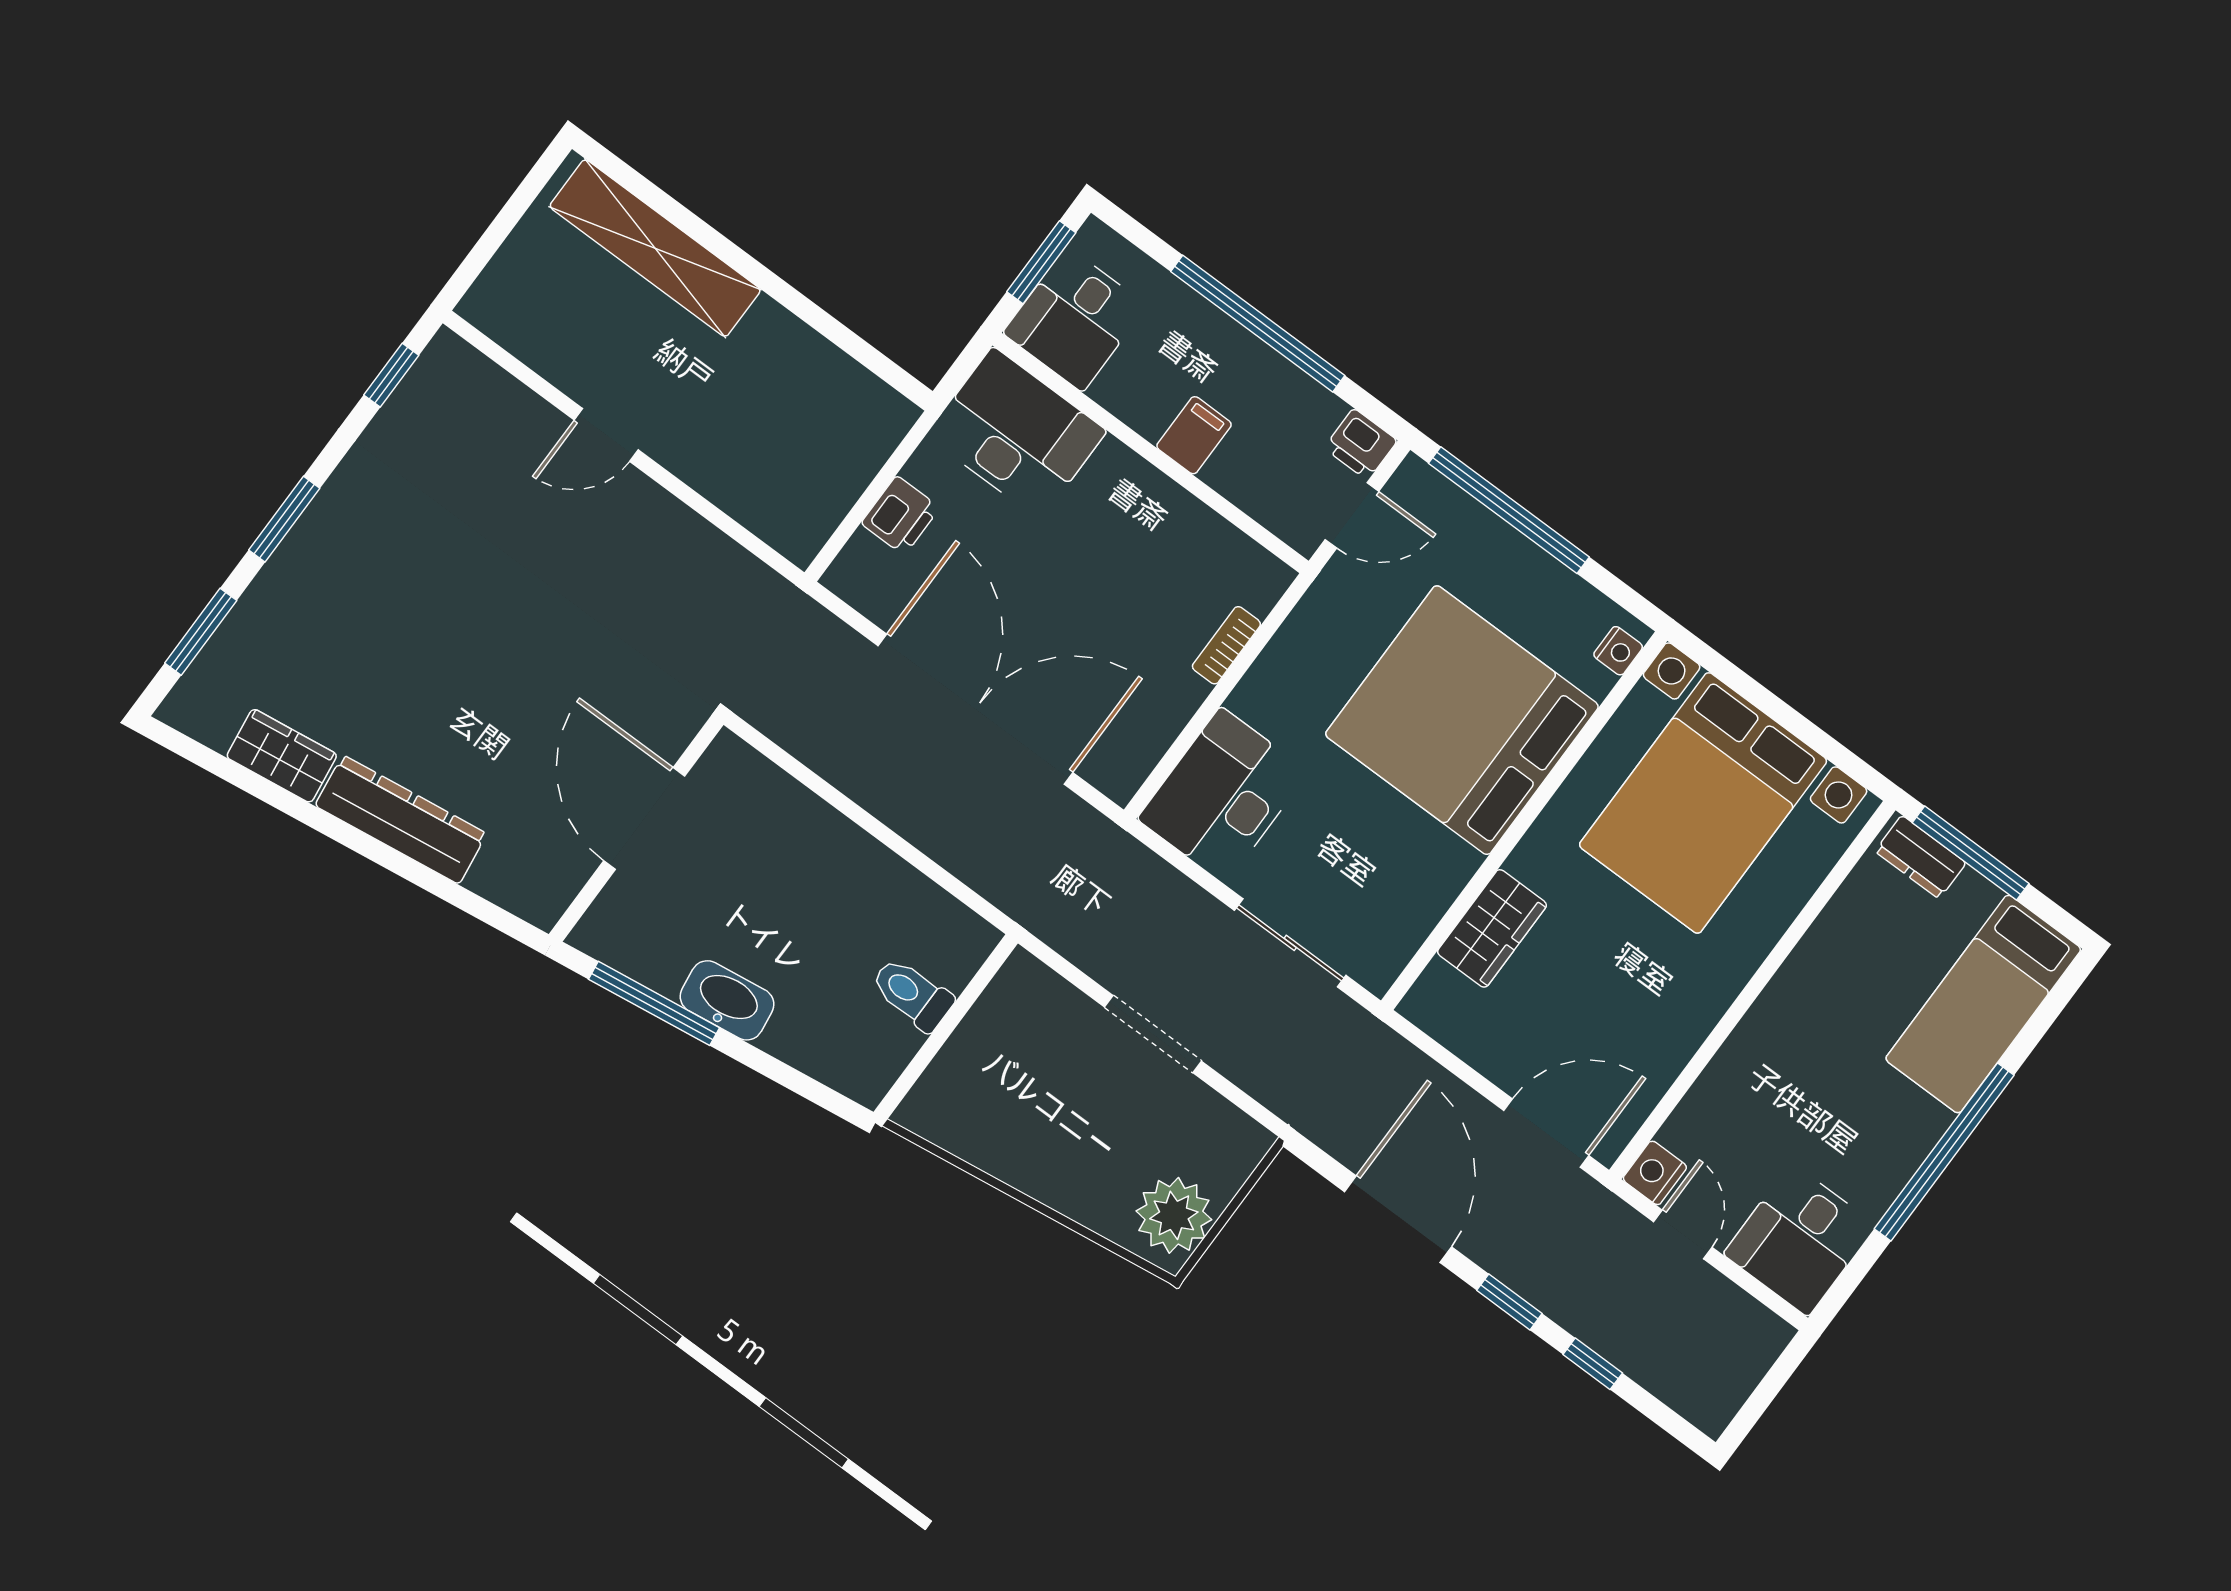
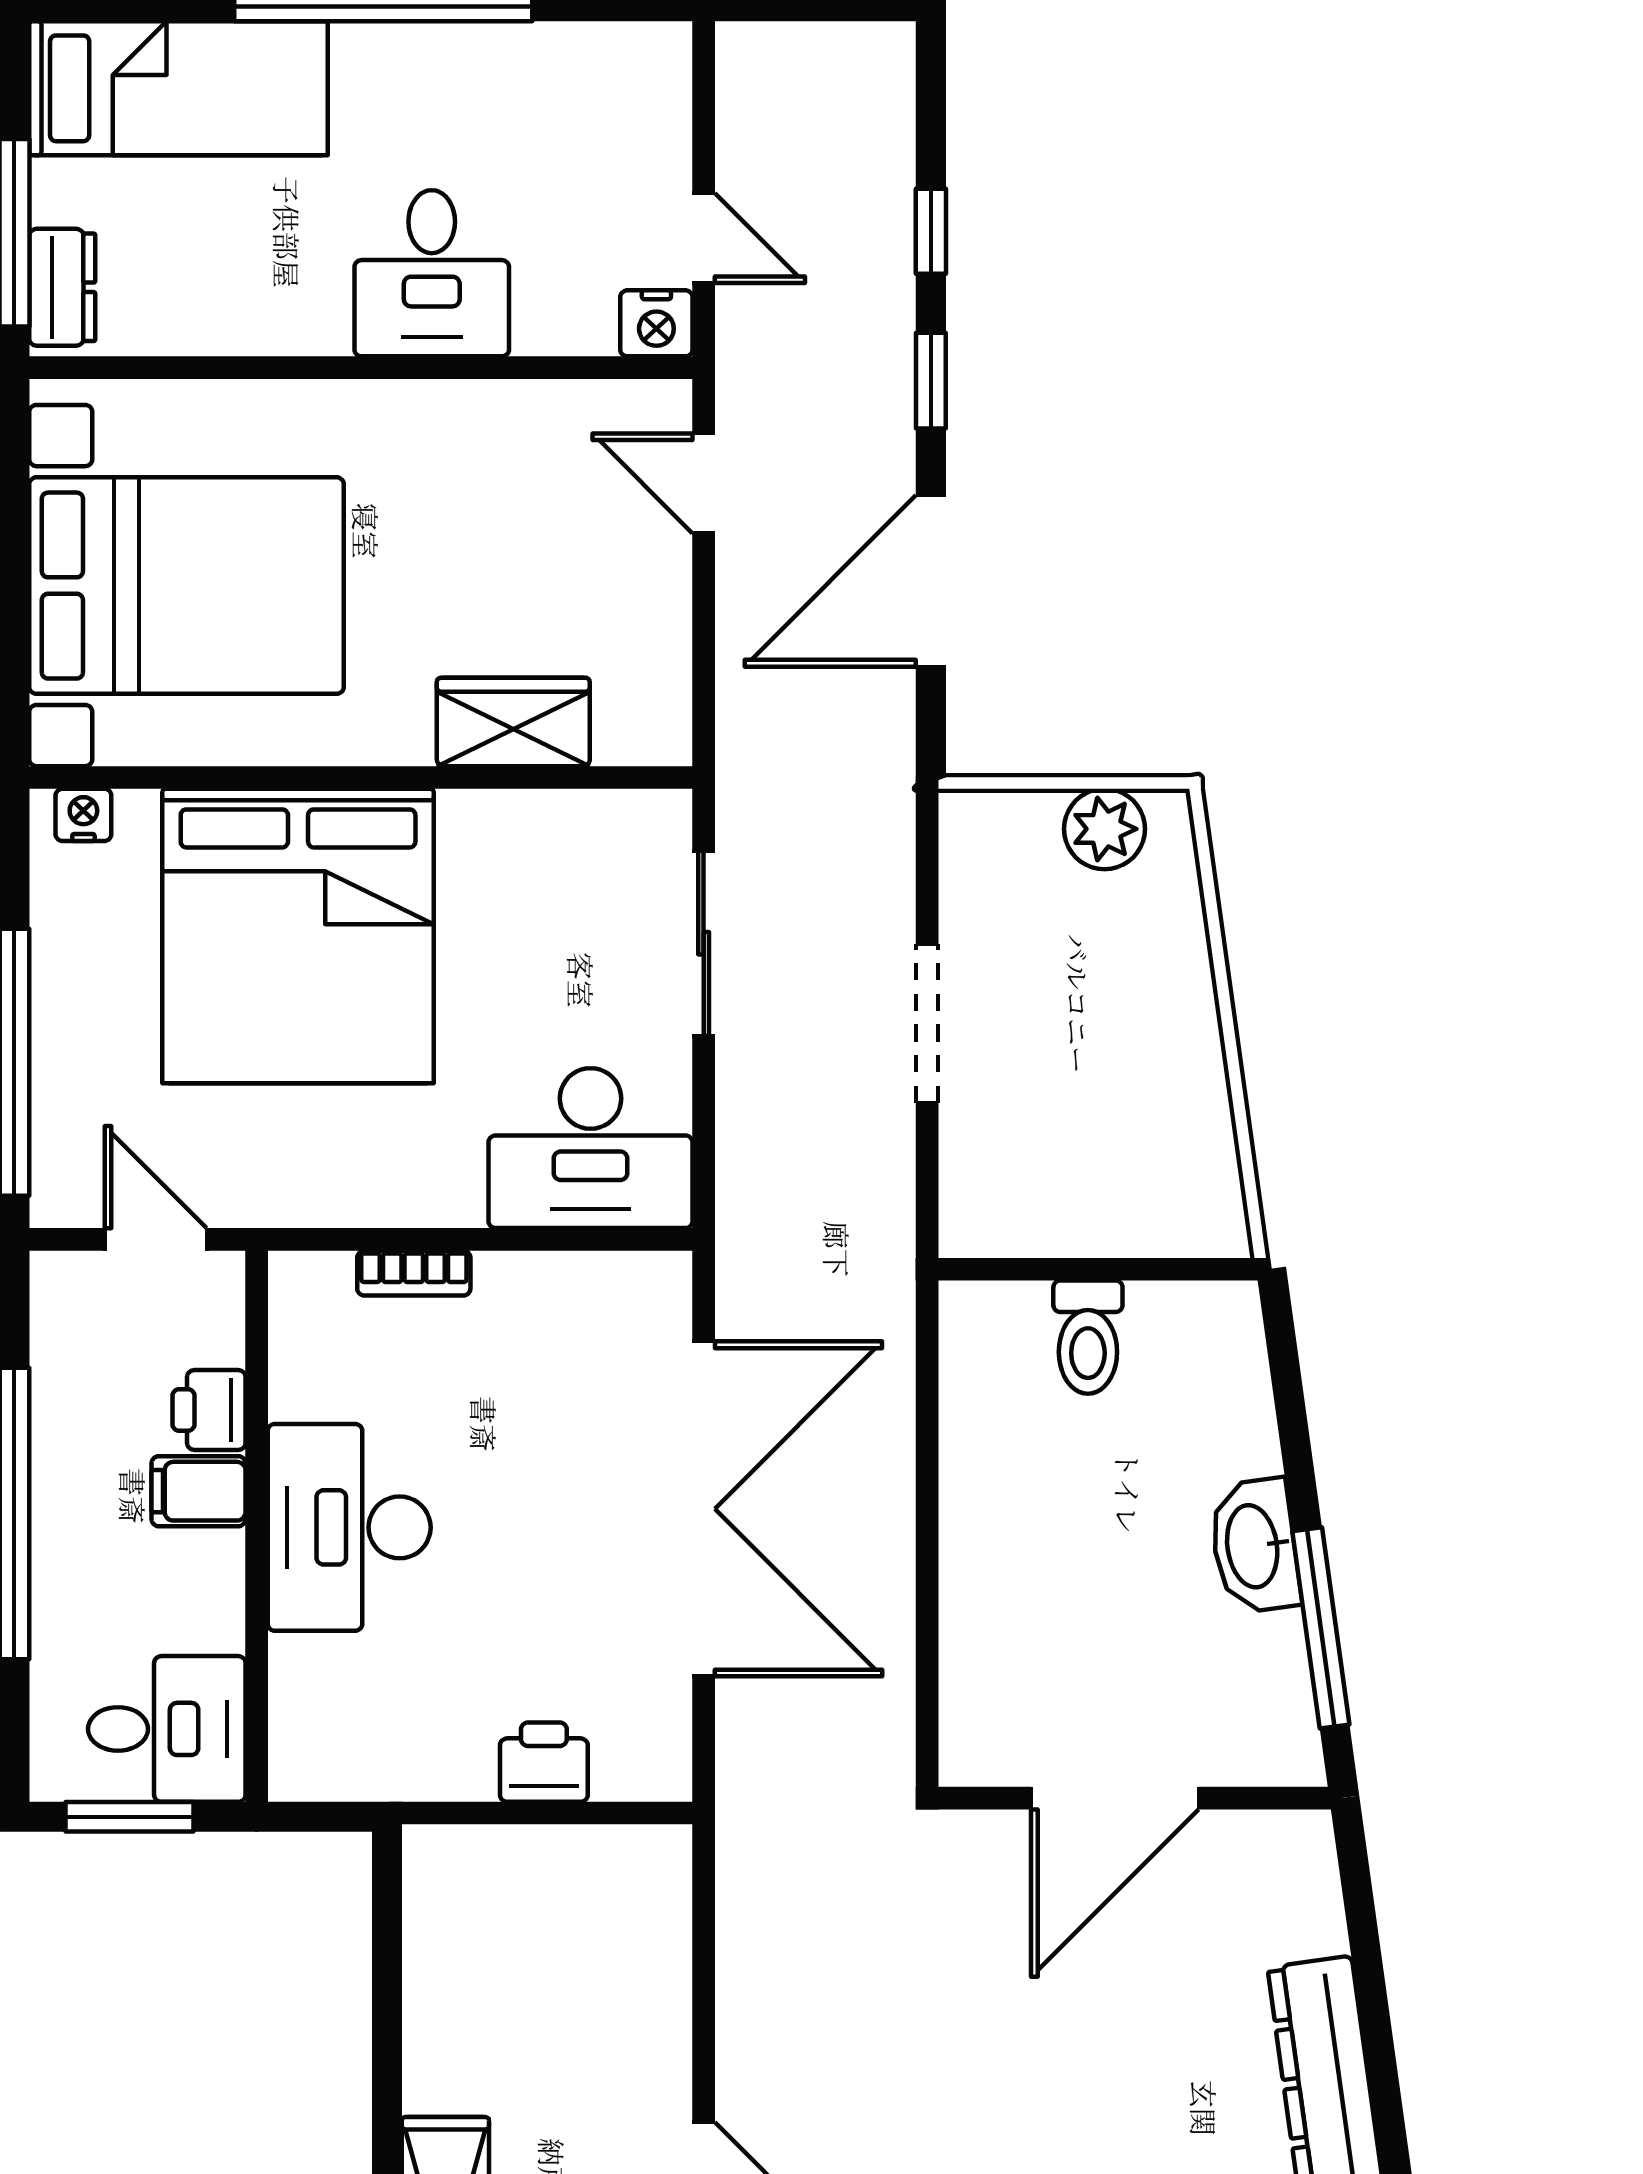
desk: (1016, 433) -> (349, 1527), moved
printer: (1361, 444) -> (209, 1410), moved, turned 180
double door: (975, 709) -> (704, 1509), swing flipped
door: (1546, 1133) -> (704, 483), width x0.73
plant: (1174, 1215) -> (1104, 829), width x0.73, depth x0.73
door: (1683, 1234) -> (704, 238), swing flipped
desk: (1800, 1240) -> (432, 273), moved, turned 90

